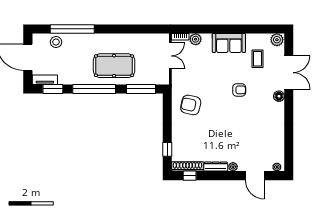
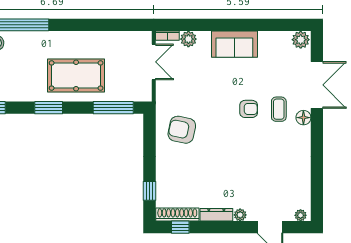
coffee table: (258, 59) -> (279, 109), moved
window: (94, 89) -> (49, 108), width x0.47

